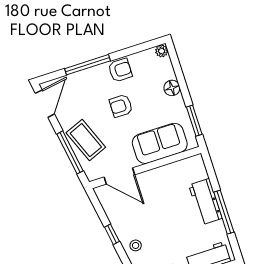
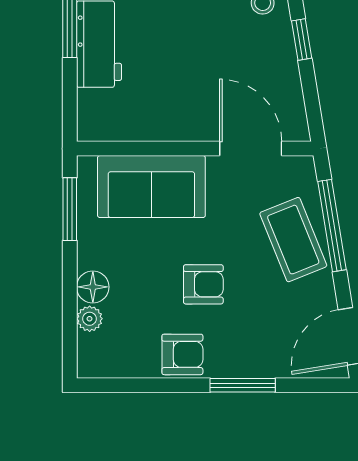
plant: (162, 51) -> (90, 319), moved
window: (88, 65) -> (243, 385), width x0.69
armchair: (120, 70) -> (182, 354), turned 180

